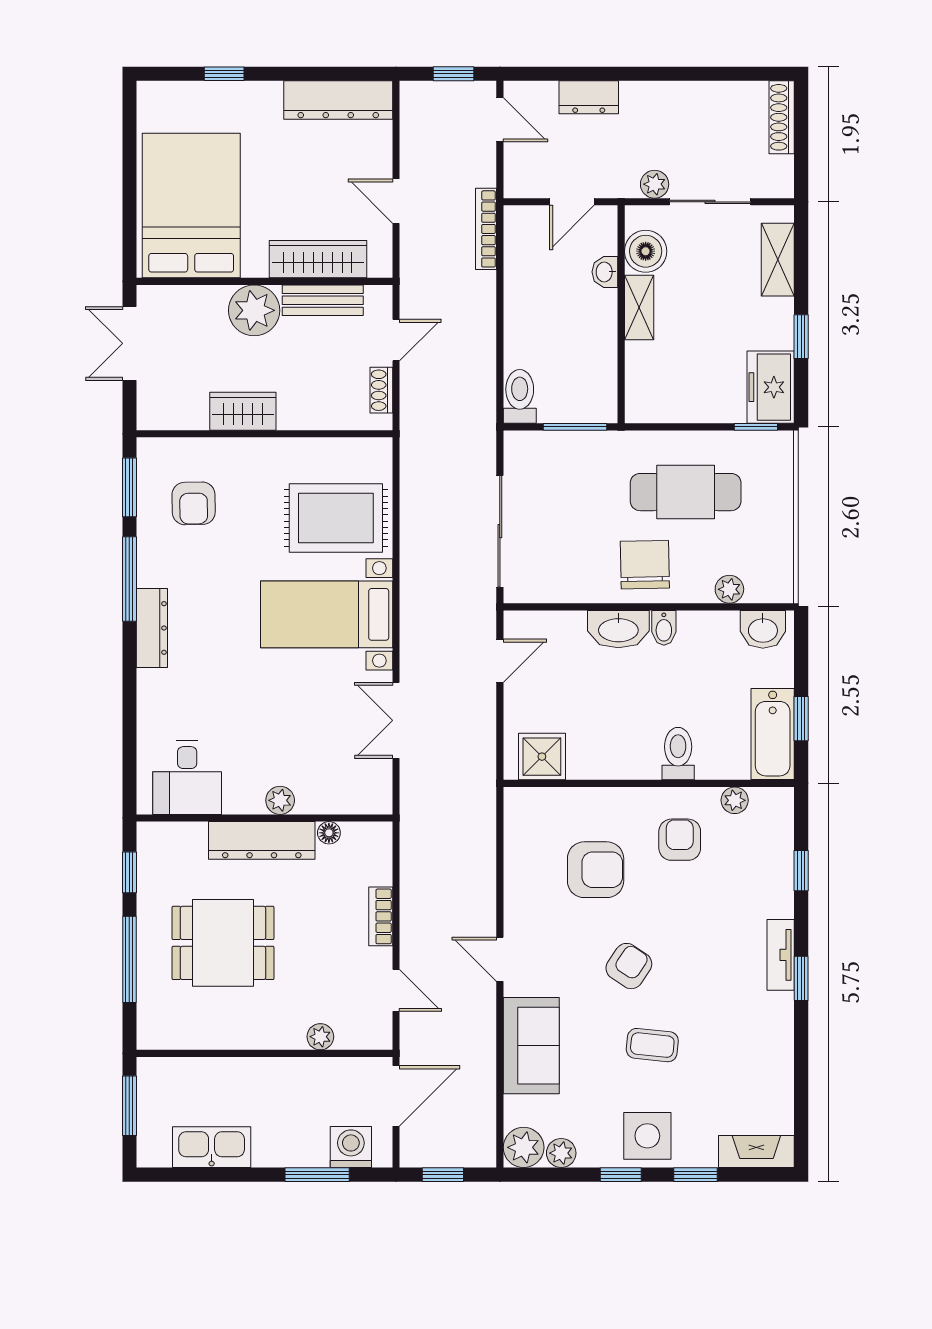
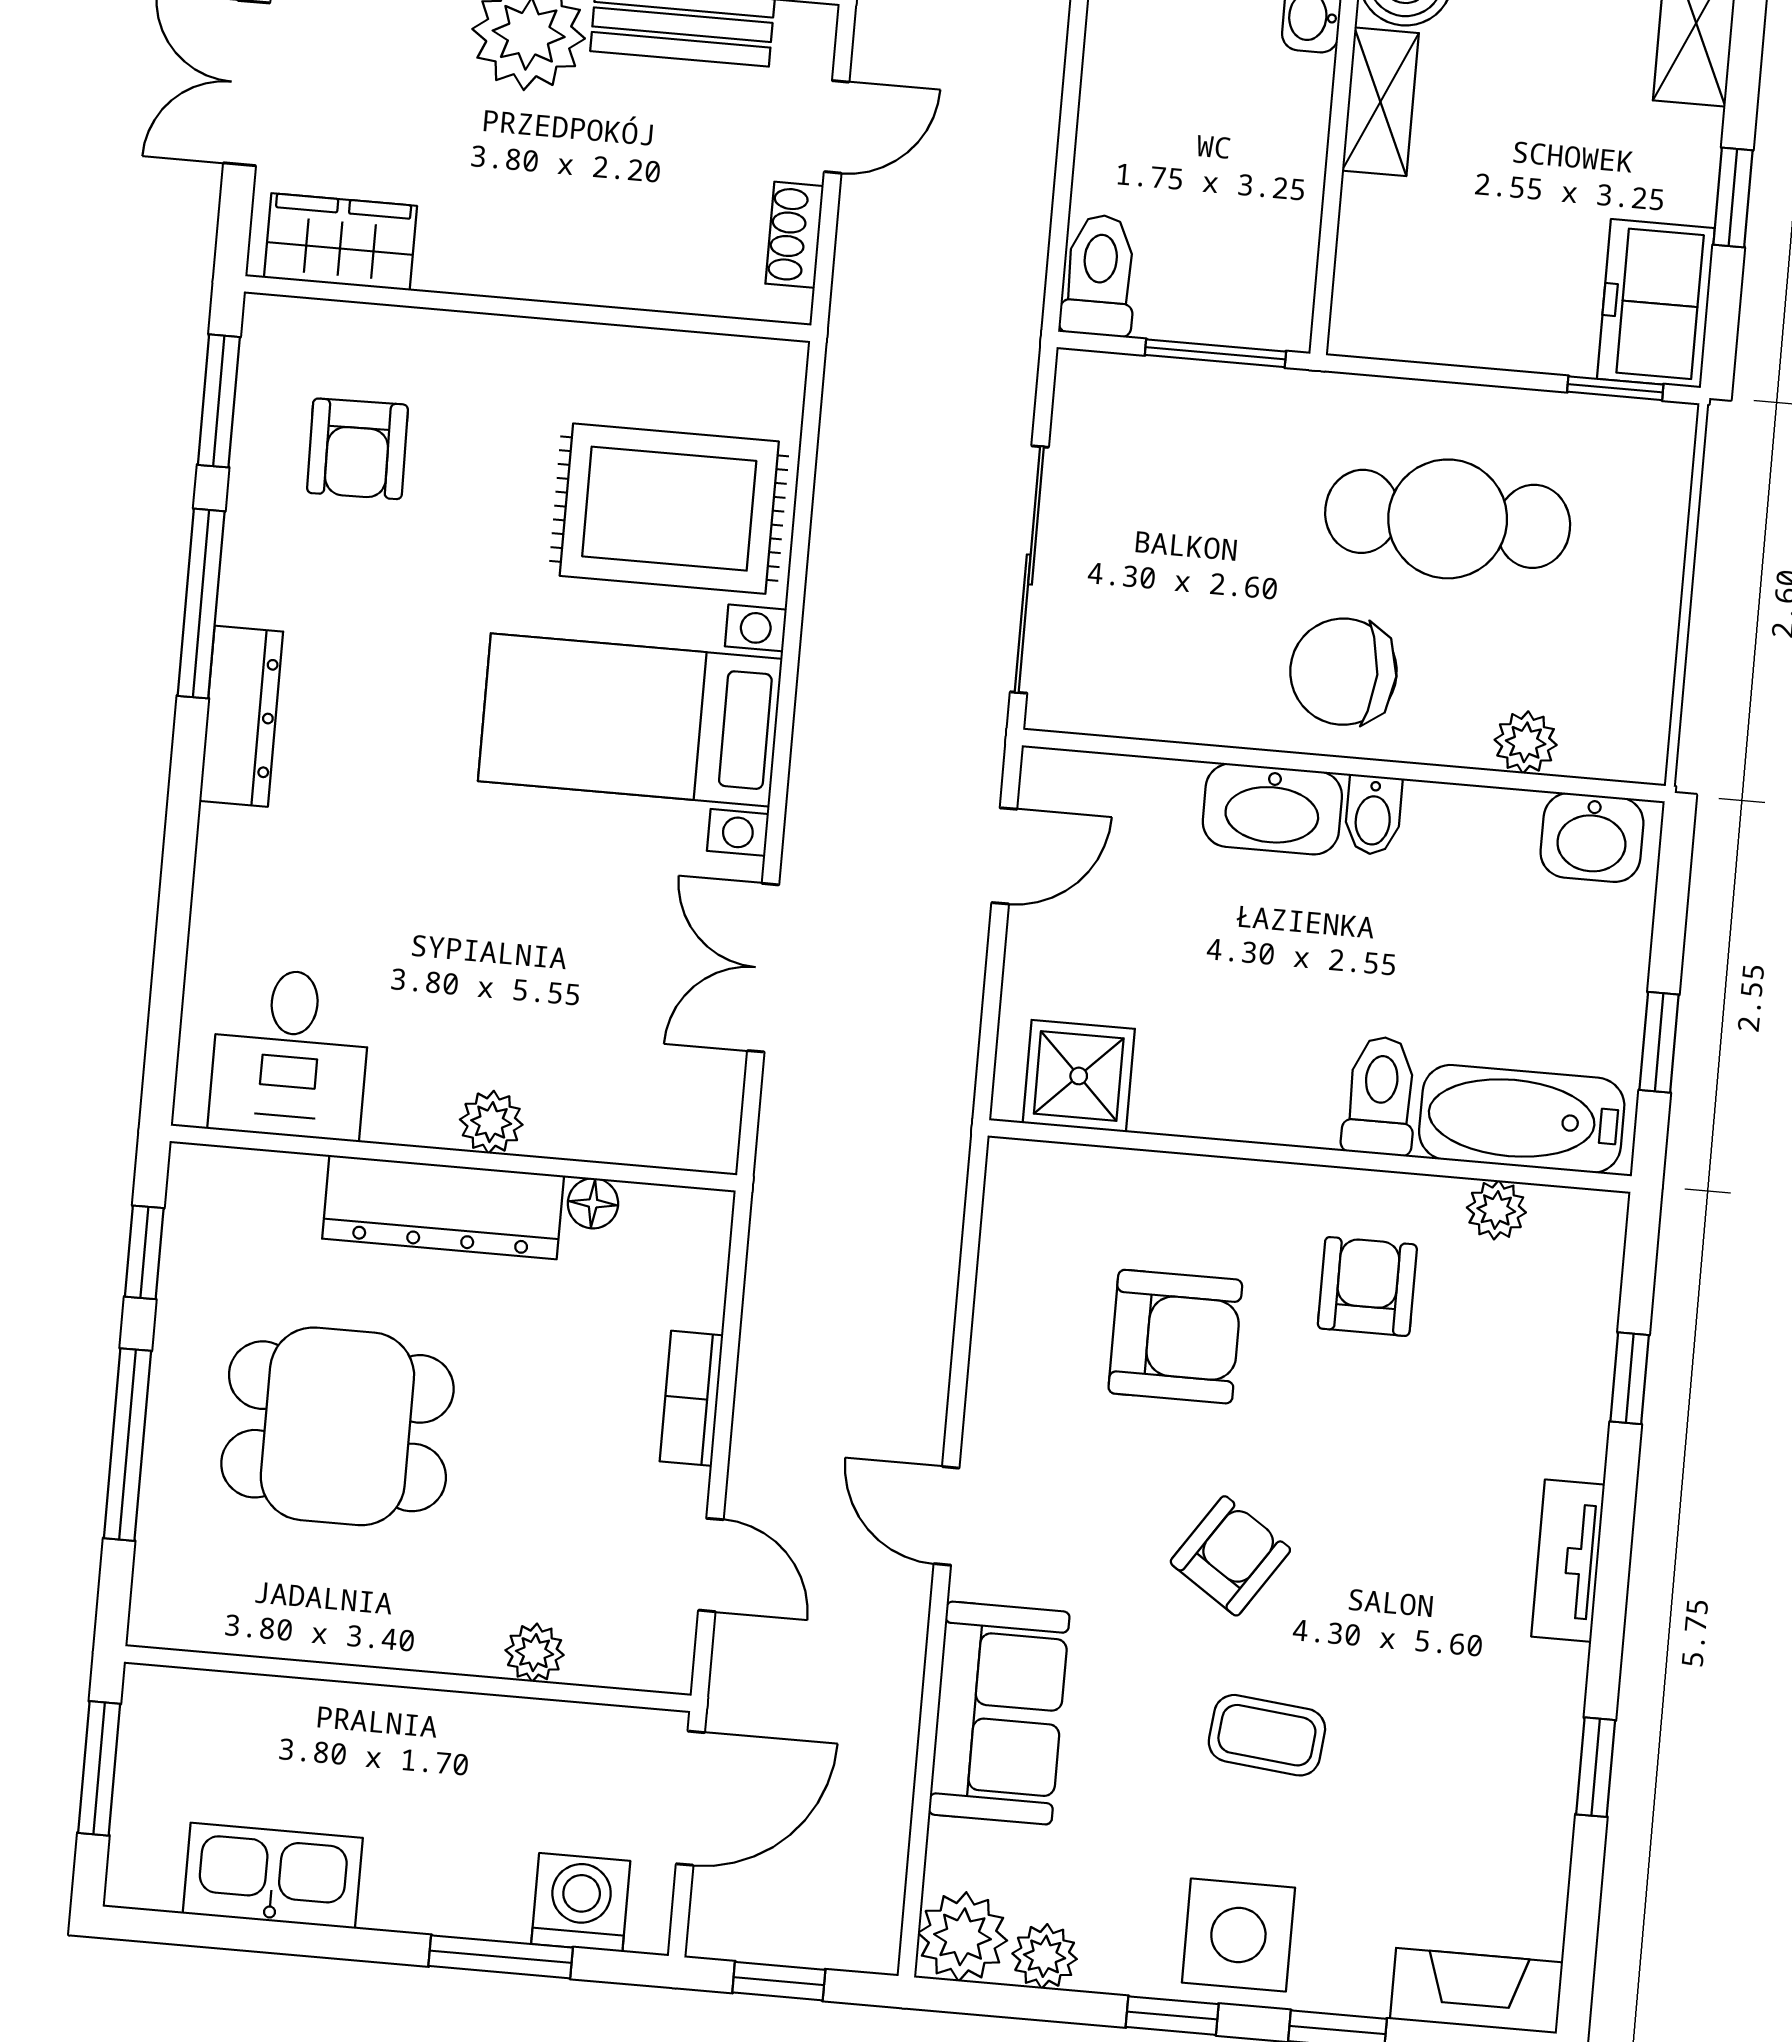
wardrobe: (243, 411) -> (340, 242), moved
chair: (645, 565) -> (1343, 672), turned -89
bathtub: (773, 734) -> (1522, 1119), moved, turned 90
window: (801, 978) -> (1596, 1767), moved

